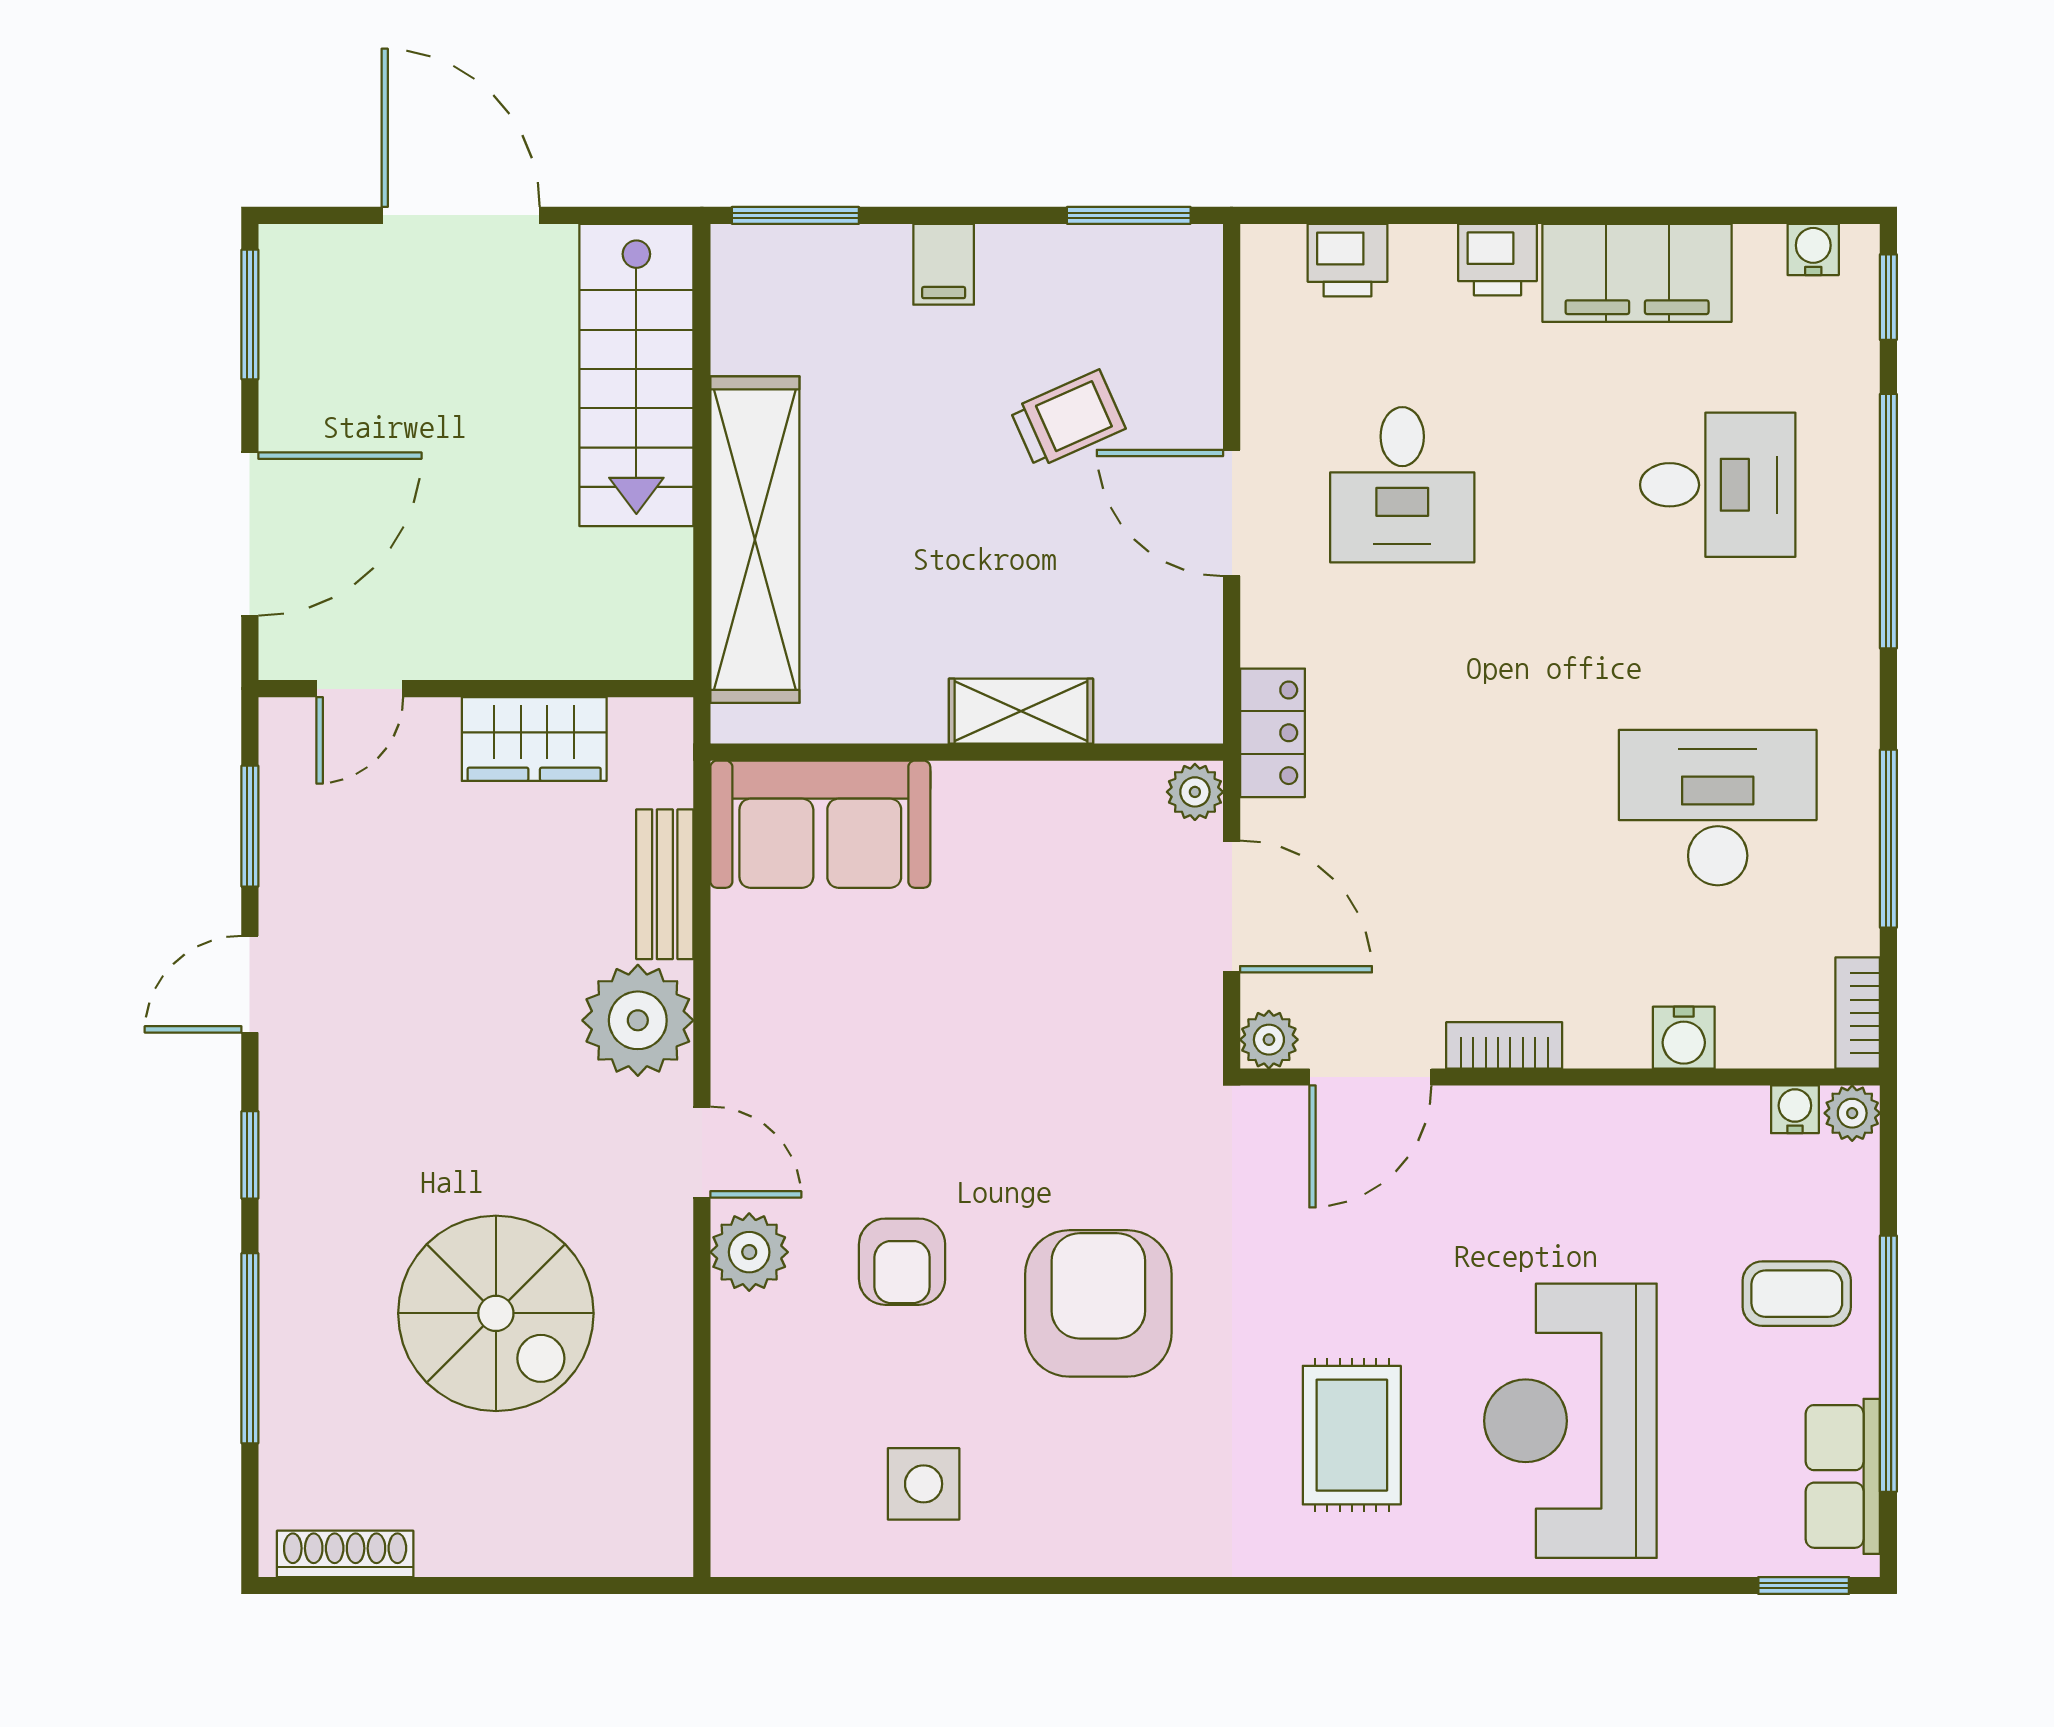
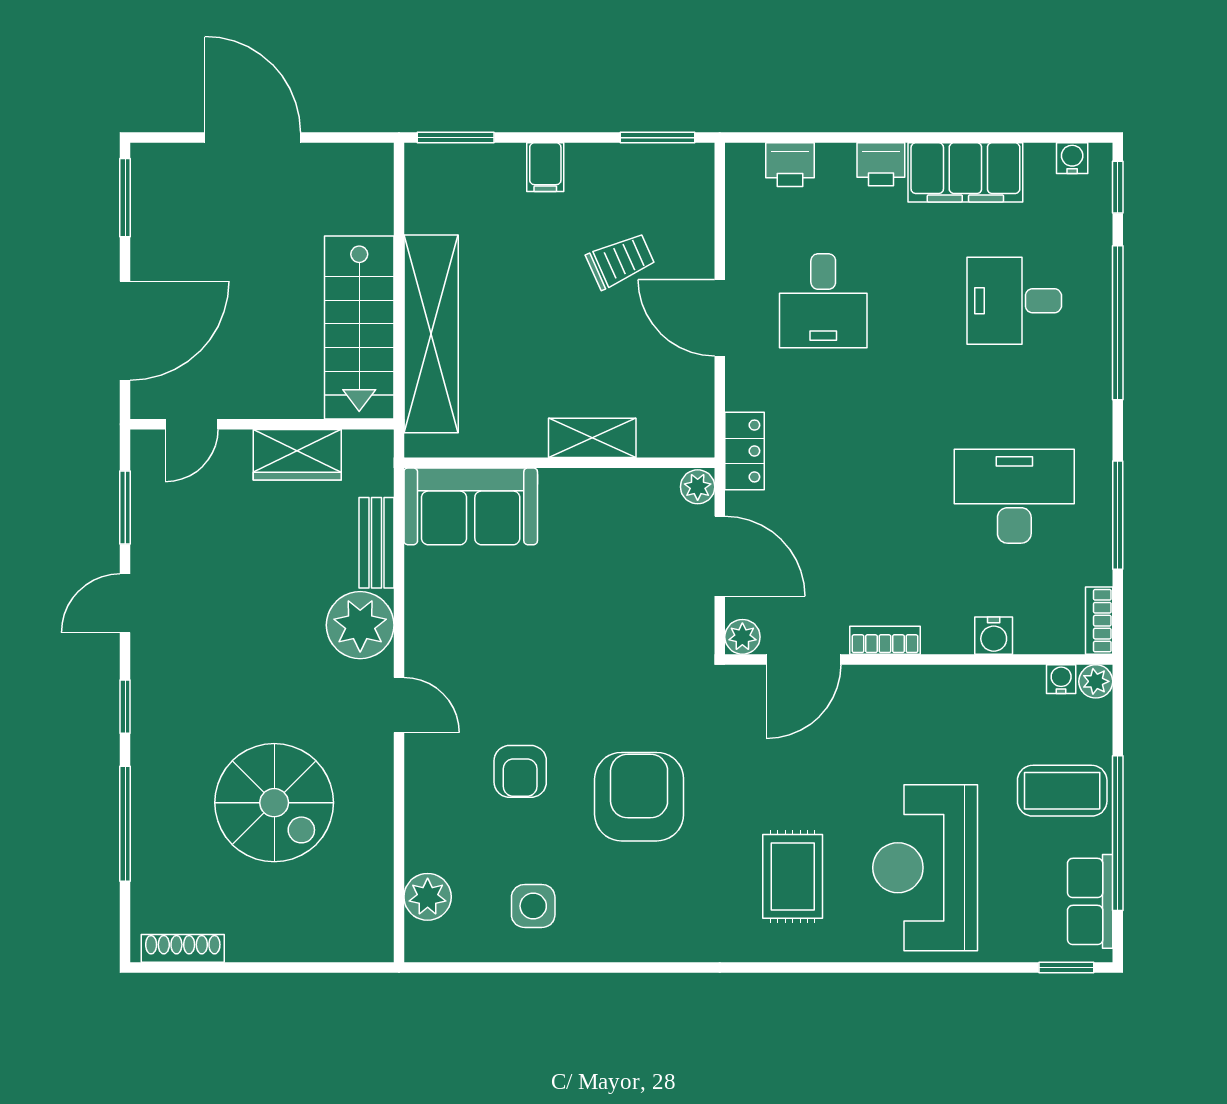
stairs: (636, 375) -> (359, 327), moved
desk: (1718, 485) -> (1014, 301), turned 180
plant: (749, 1252) -> (428, 897), moved
coffee table: (1797, 1294) -> (1062, 791), width x1.36, depth x1.30

